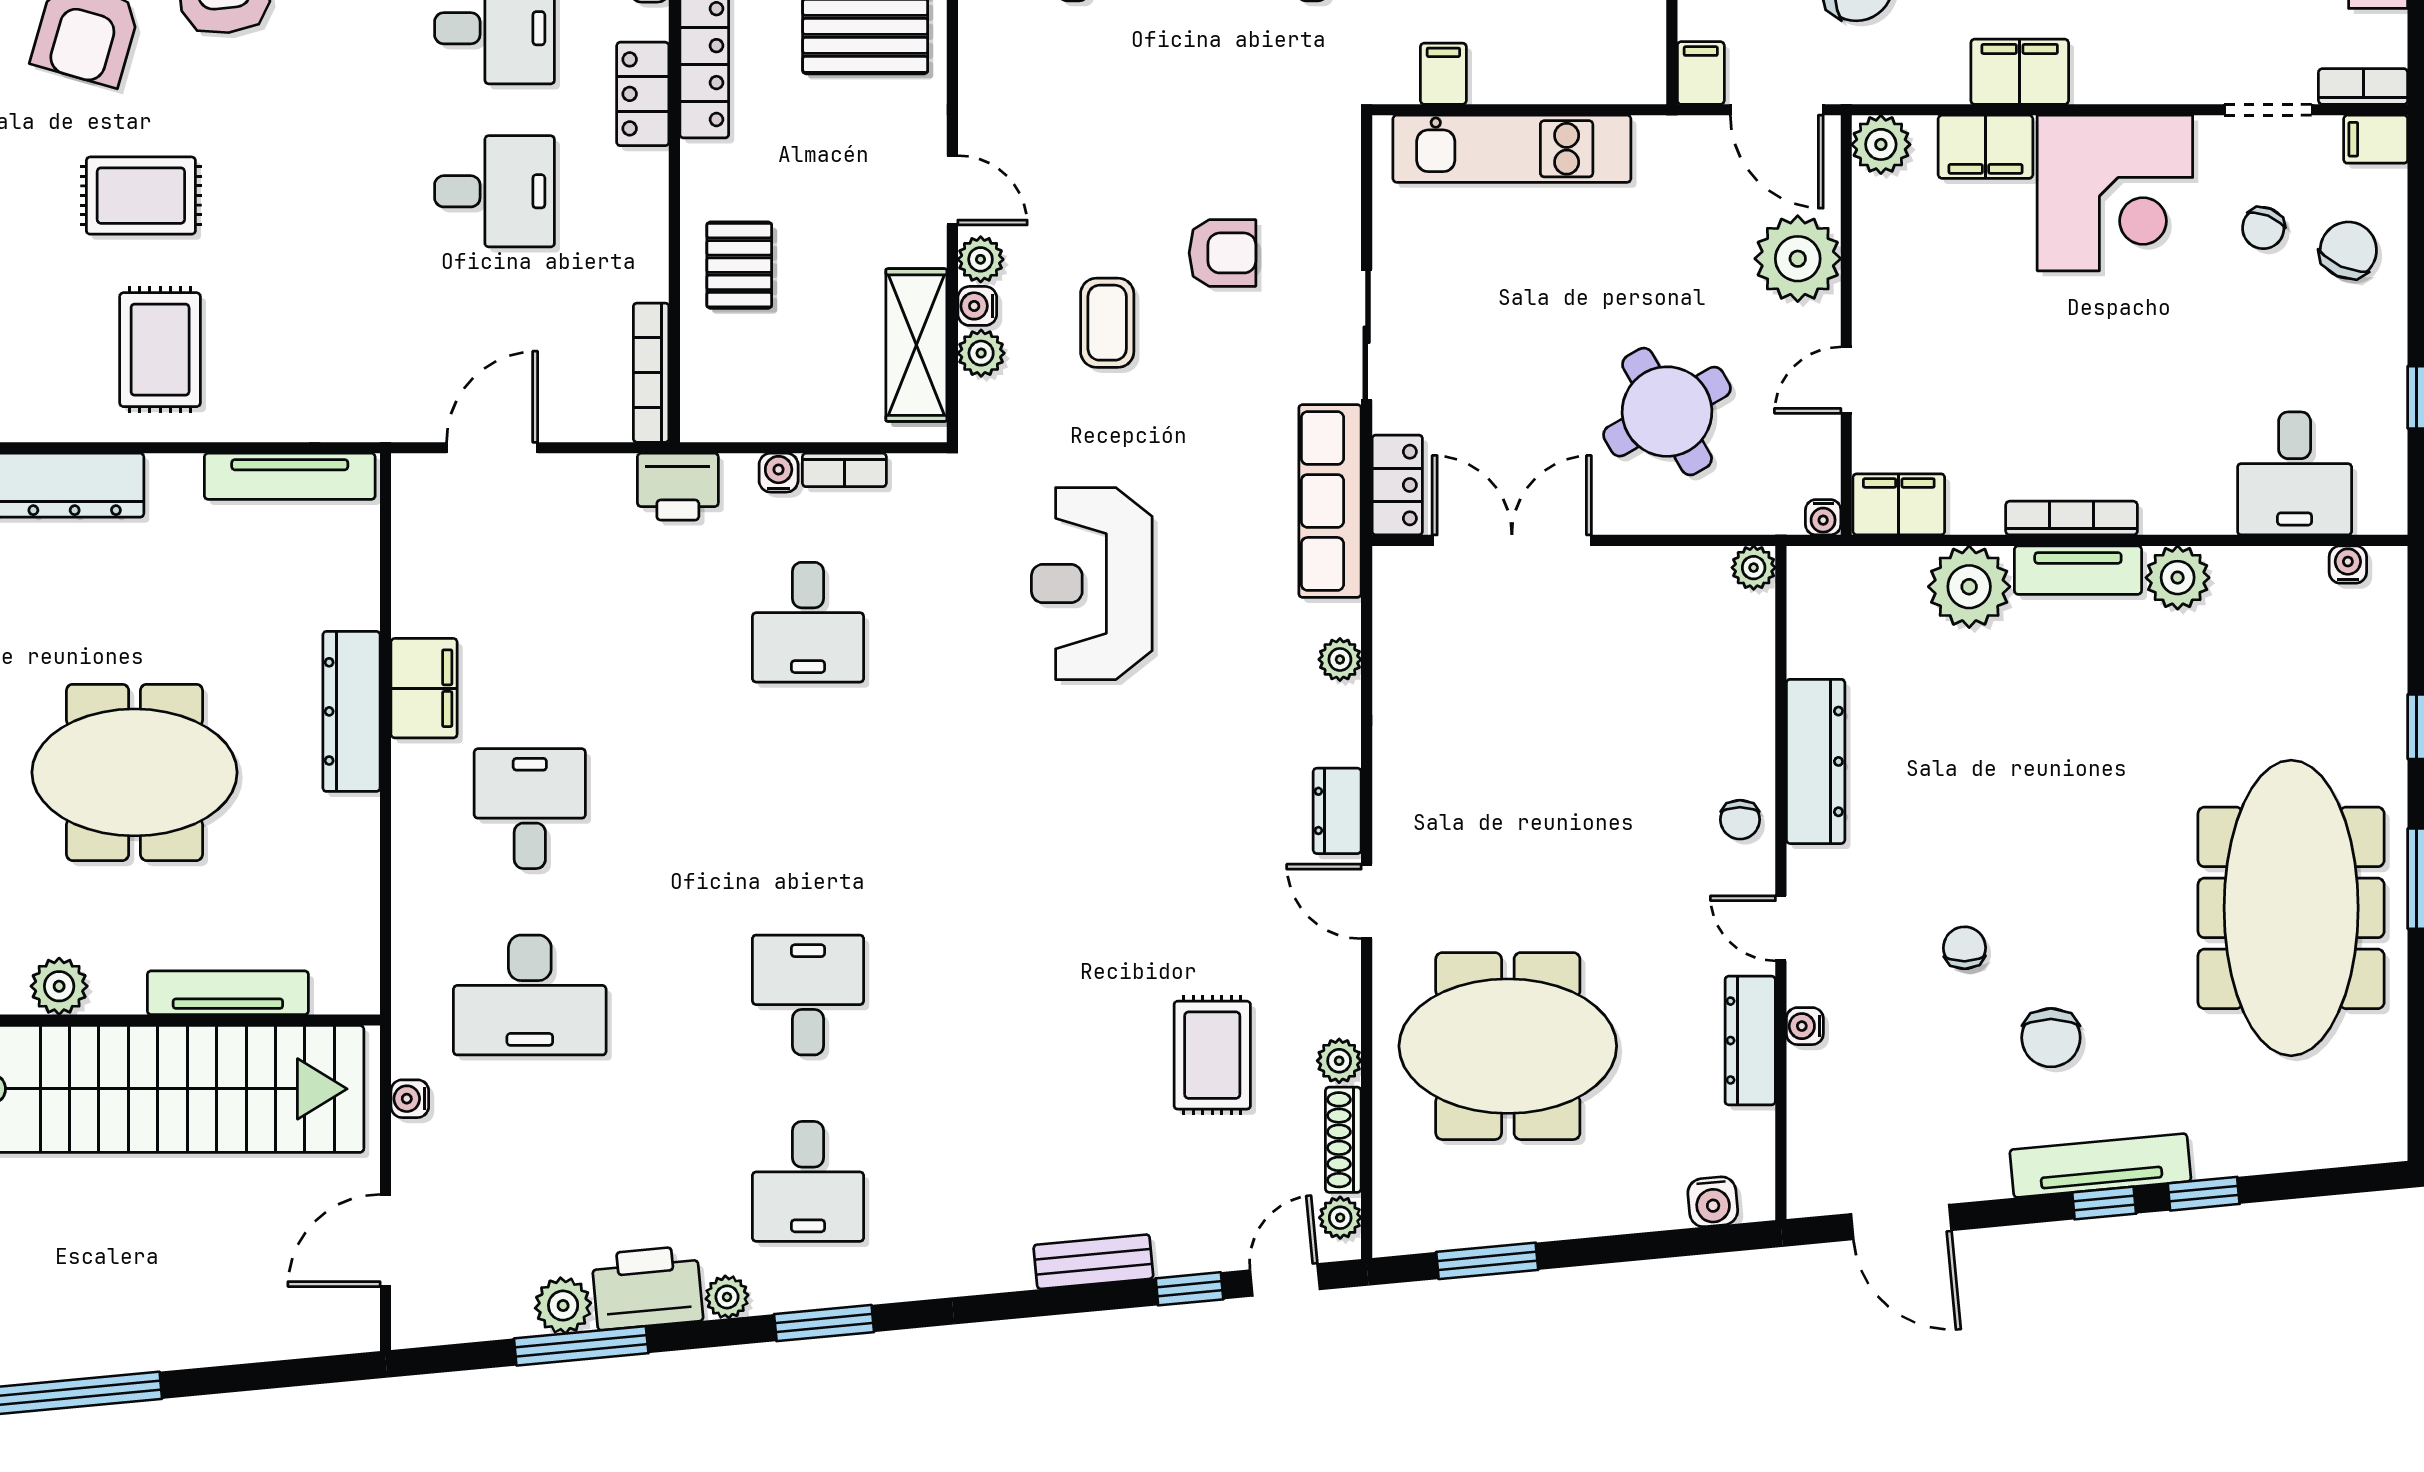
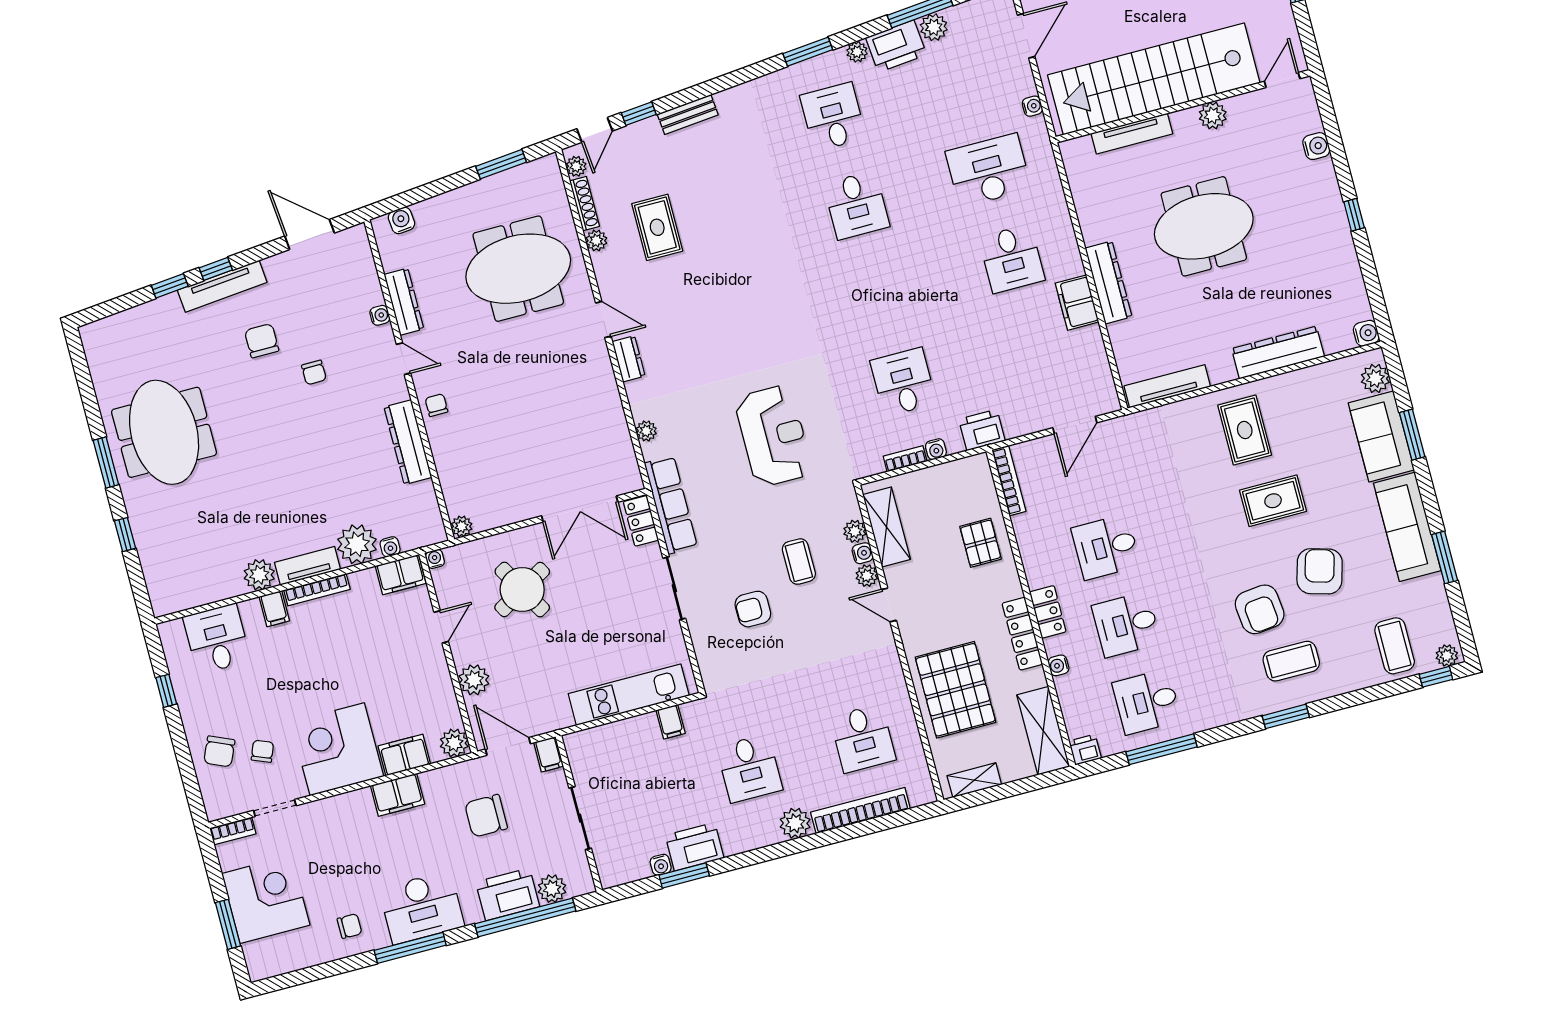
filing cabinet: (2376, 139) -> (274, 609), moved, turned 90
plant: (1798, 259) -> (474, 680), width x0.73, depth x0.73
water cooler: (2348, 565) -> (390, 547), moved
meeting table: (2291, 908) -> (164, 432), width x0.73

